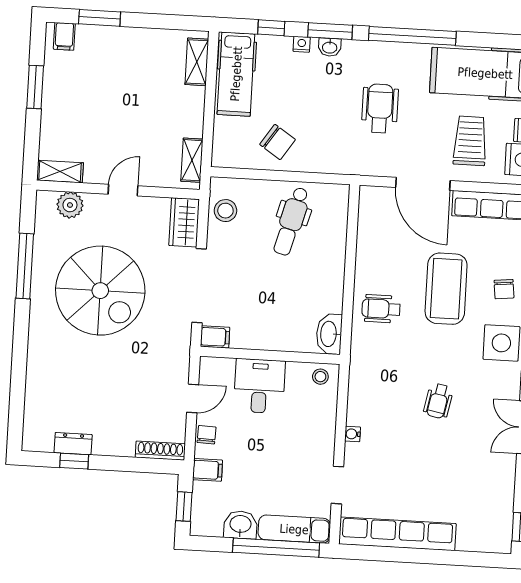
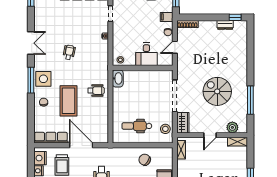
dental chair: (291, 221) -> (137, 126), turned -105
spiral stairs: (100, 291) -> (217, 91), width x0.73, depth x0.73
filing cabinet: (215, 337) -> (167, 74), removed
window: (74, 461) -> (235, 17), moved

